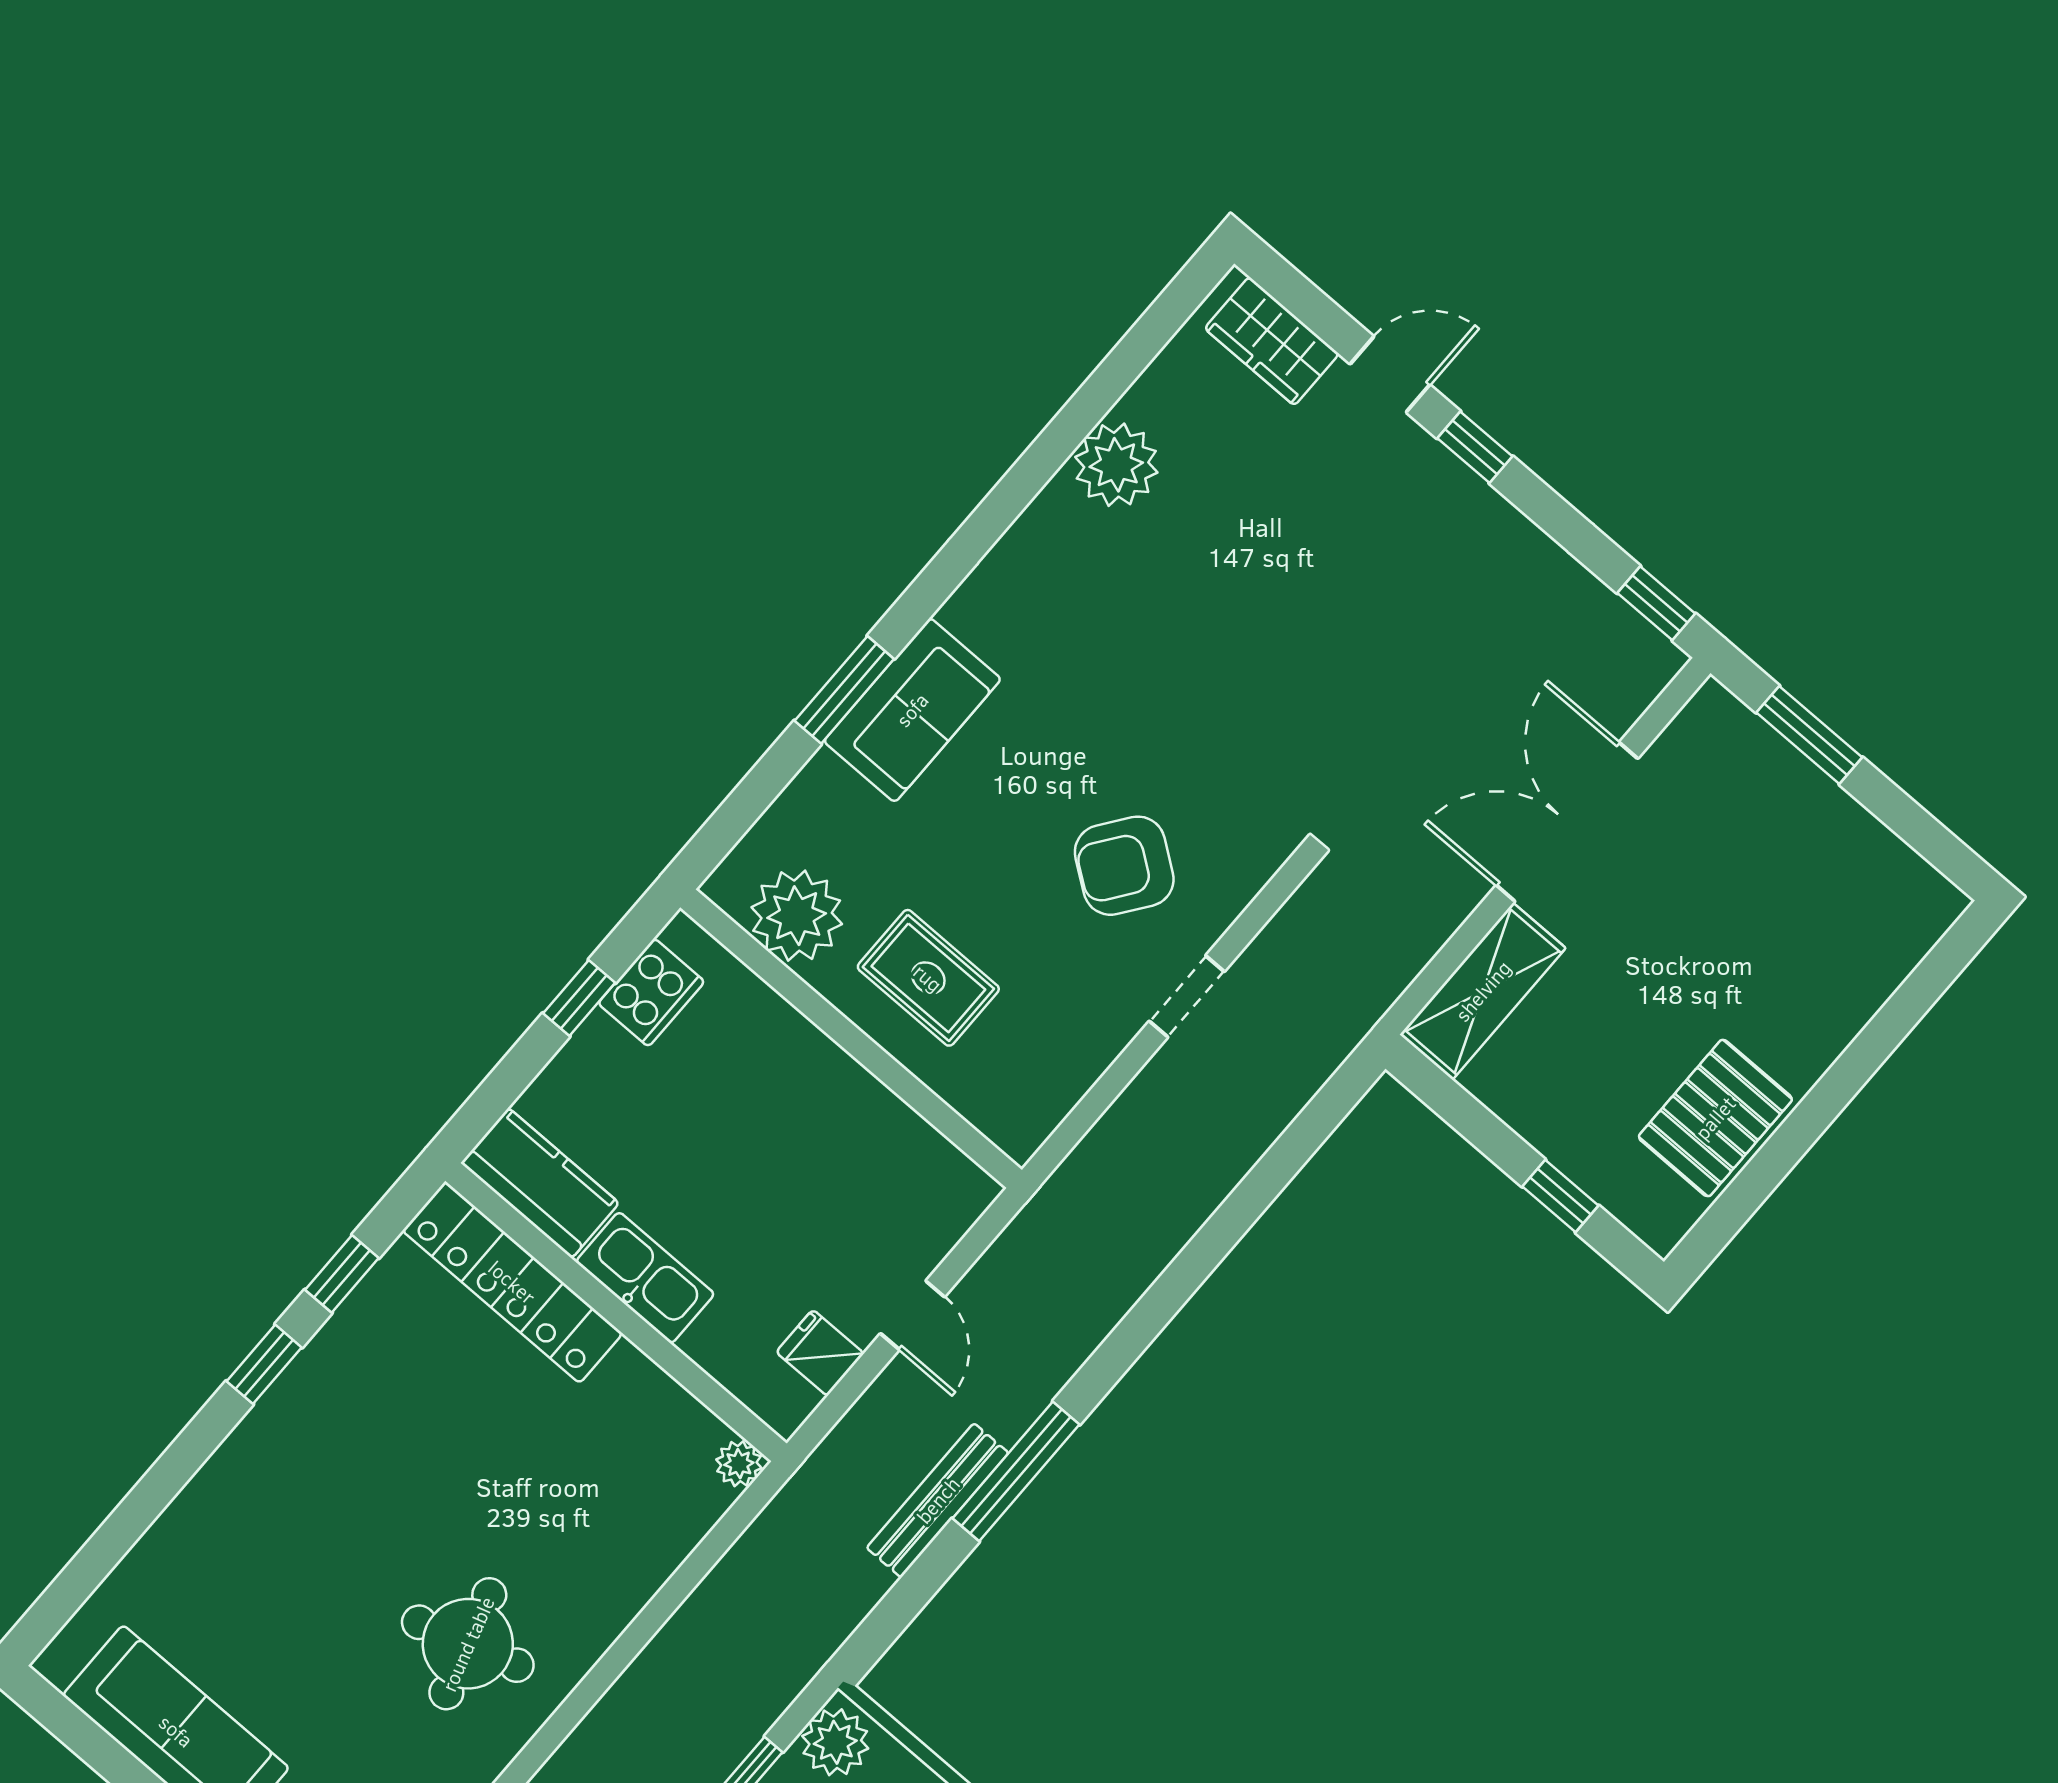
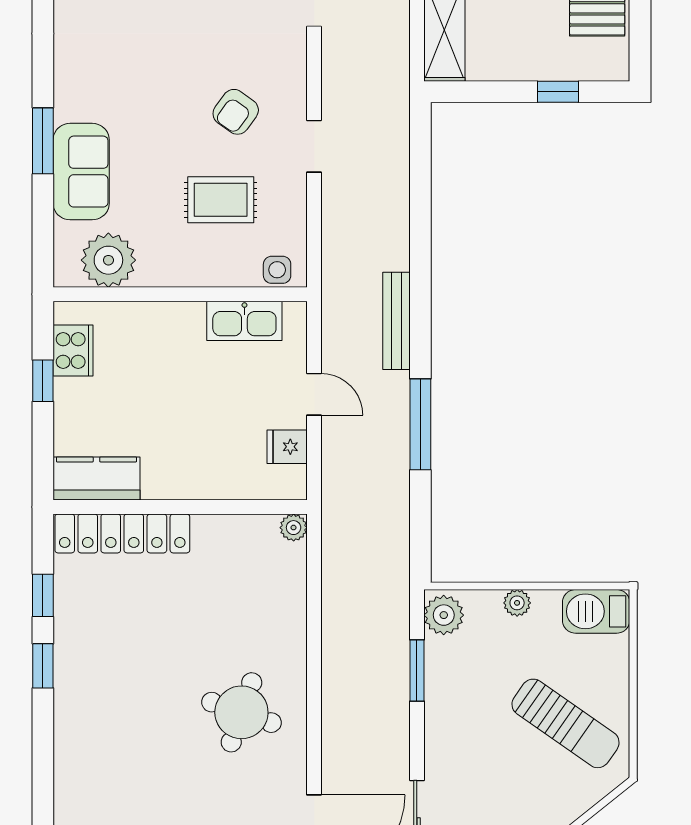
sofa: (912, 710) -> (81, 172), moved
armchair: (1124, 866) -> (236, 112), width x0.72, depth x0.72
rug: (928, 978) -> (221, 200), moved
side table: (1003, 1114) -> (277, 270), added
kitchen sink: (645, 1278) -> (244, 321), moved, turned 180
bench: (938, 1500) -> (396, 321), moved
round table: (468, 1644) -> (241, 712), turned 36

